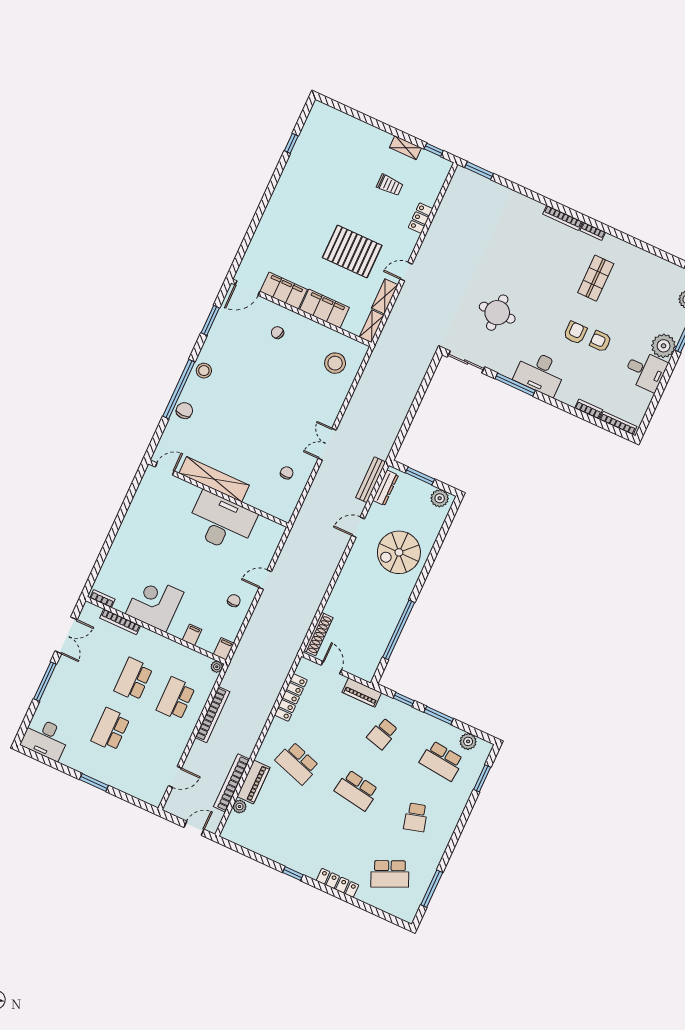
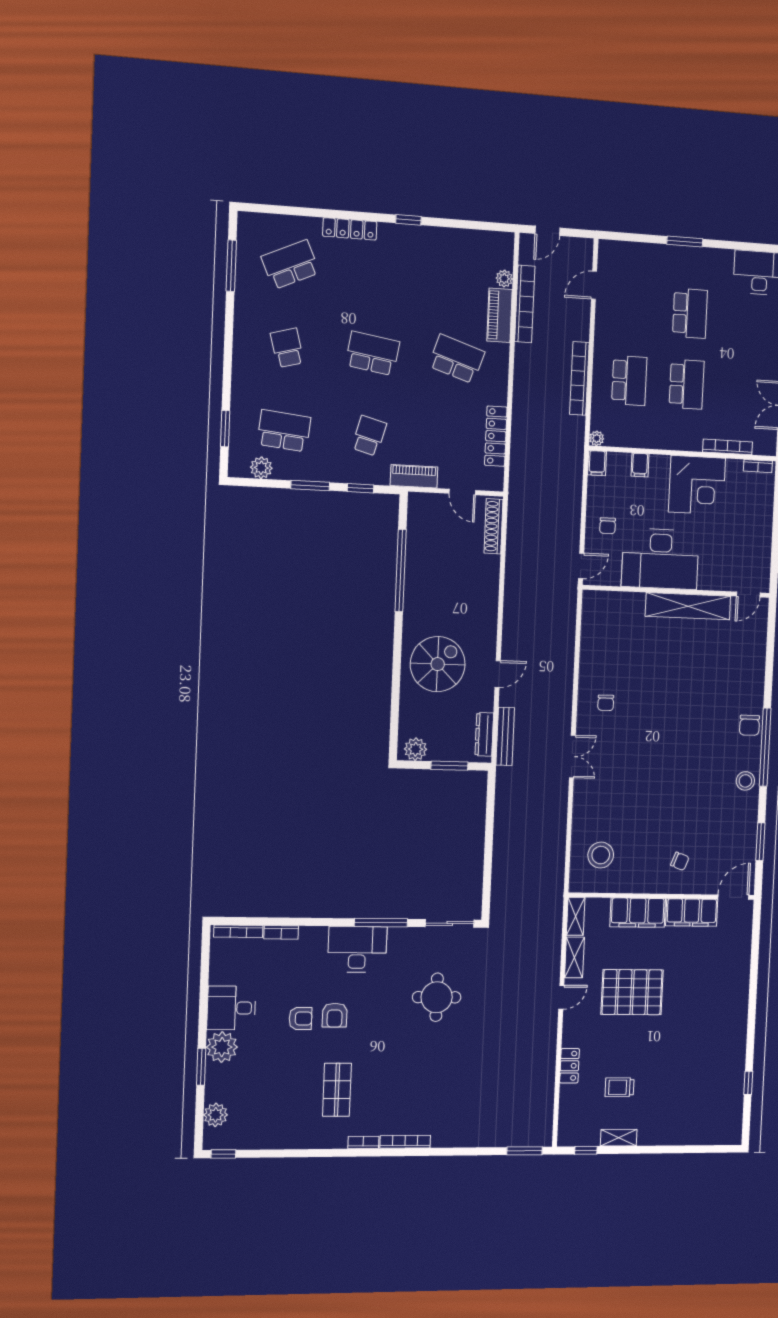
door: (165, 469) -> (748, 594), moved
shelving: (214, 479) -> (688, 606), moved
wall: (218, 494) -> (677, 591), moved
desk: (221, 522) -> (660, 559), moved

